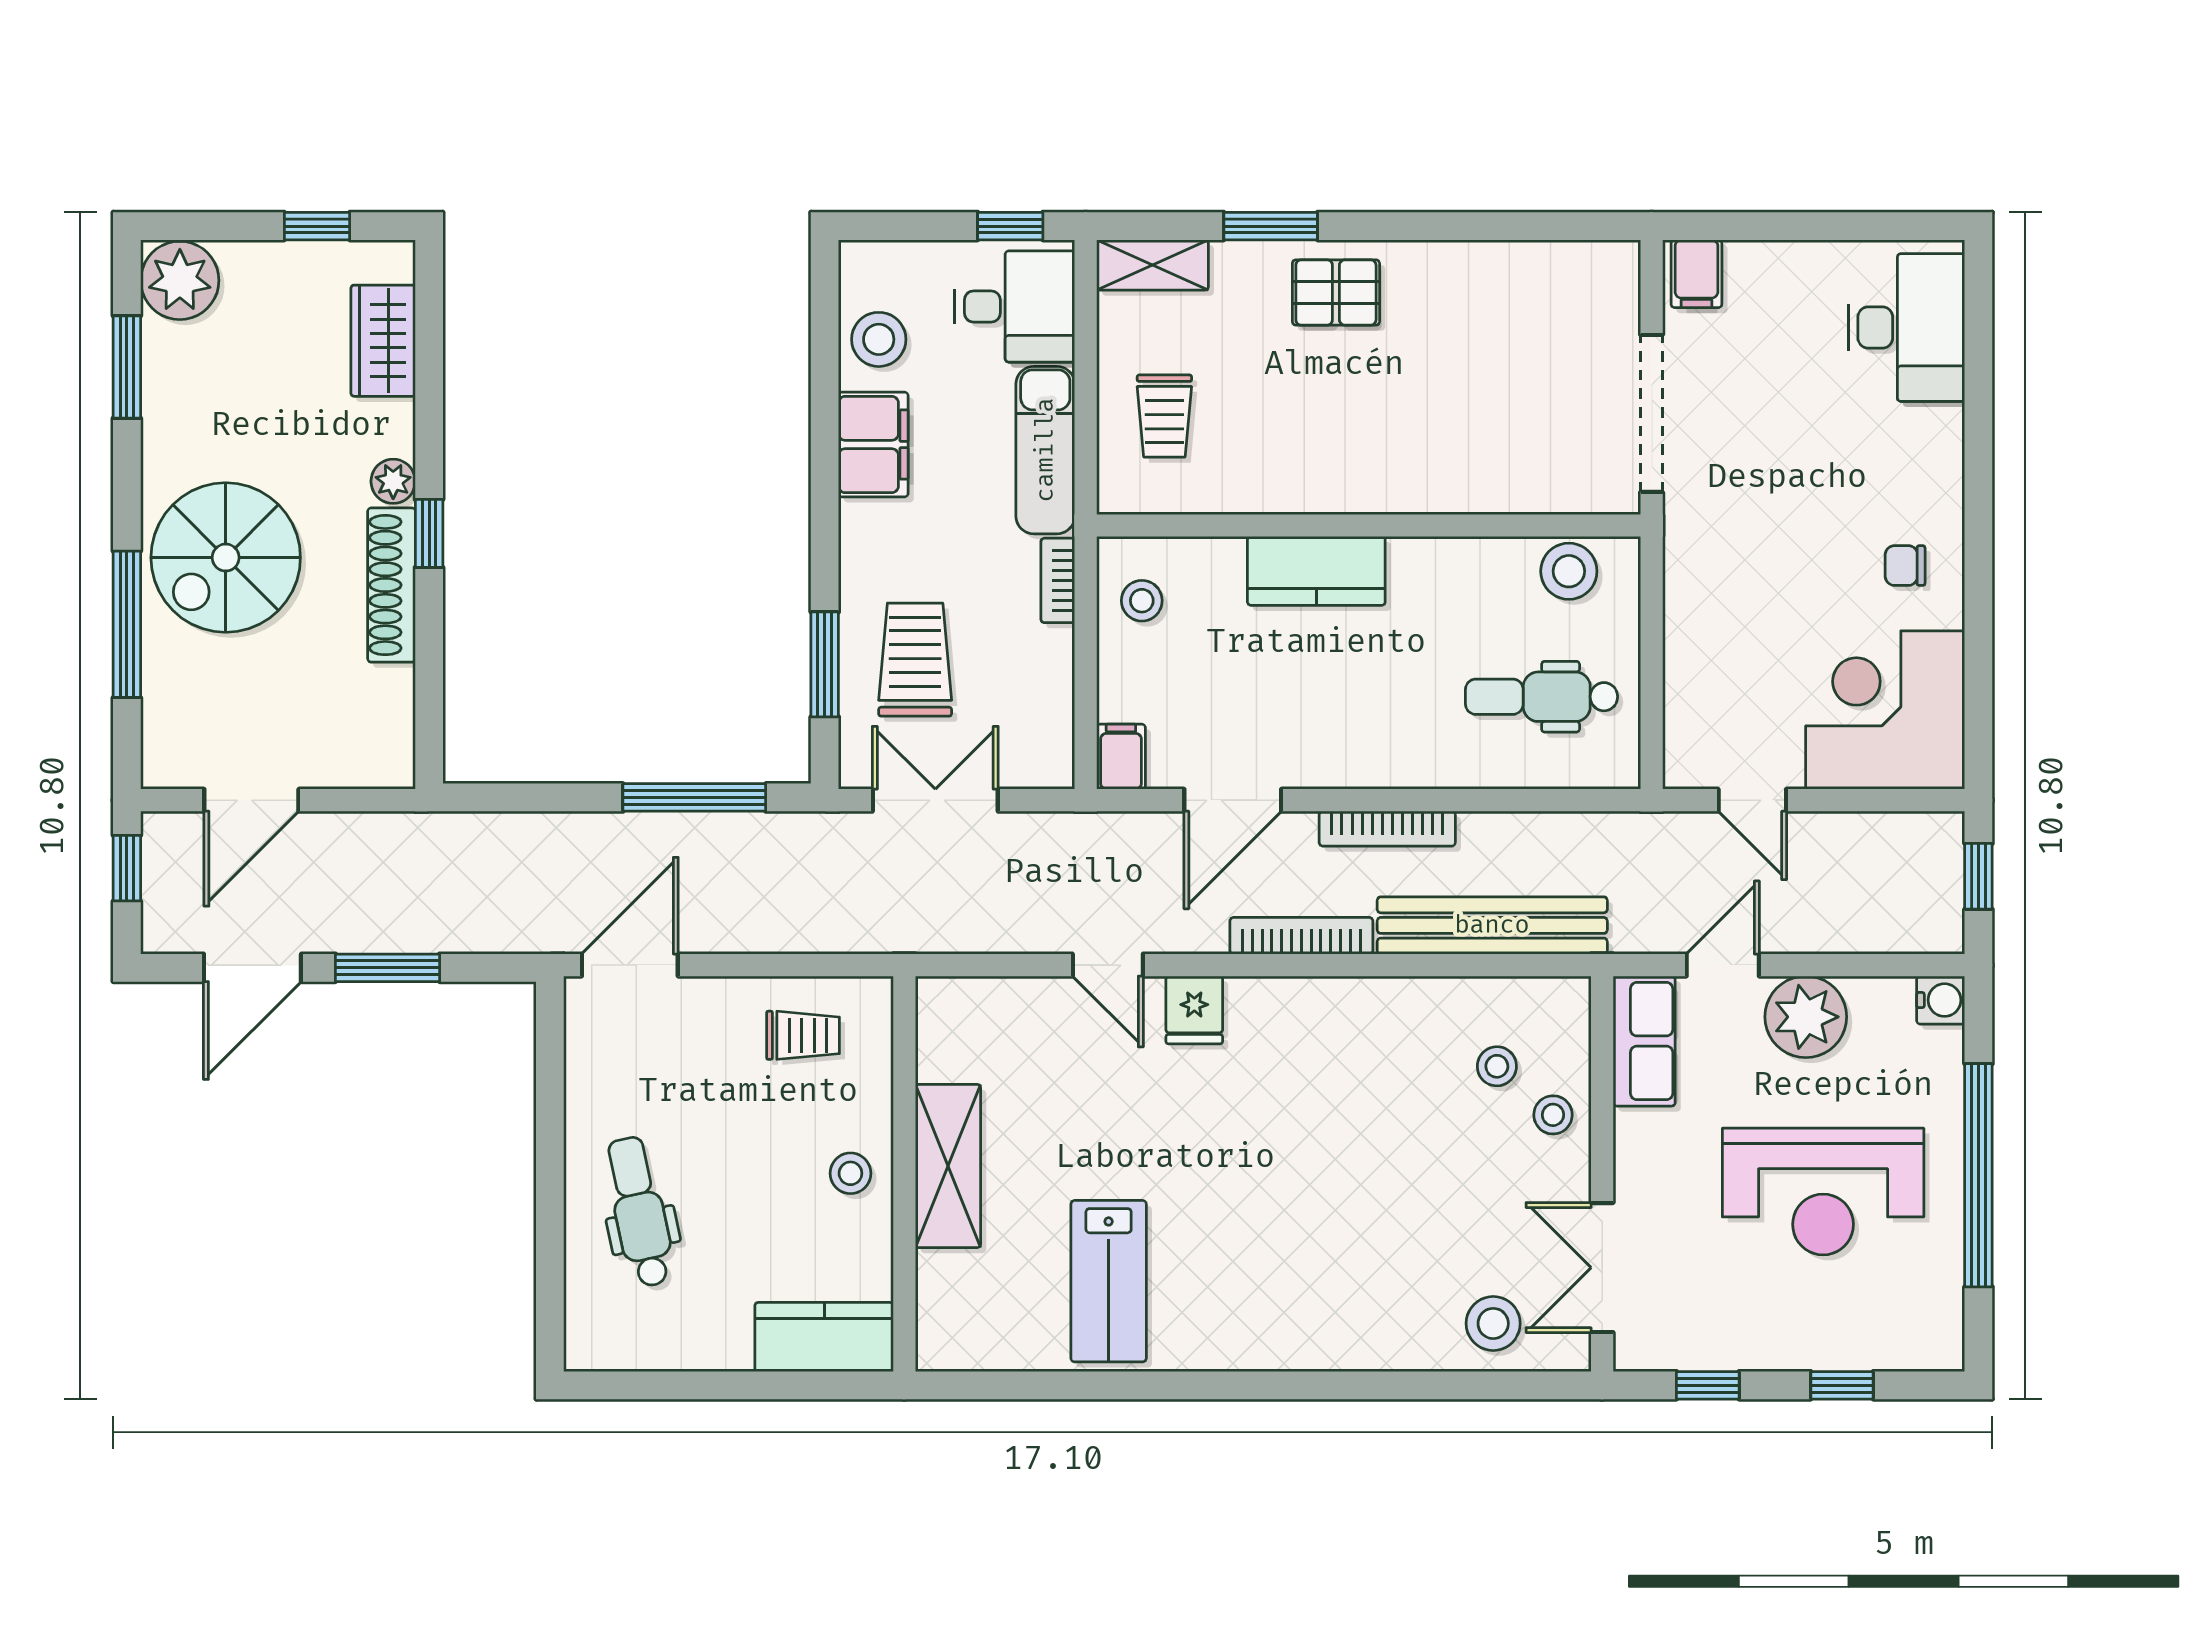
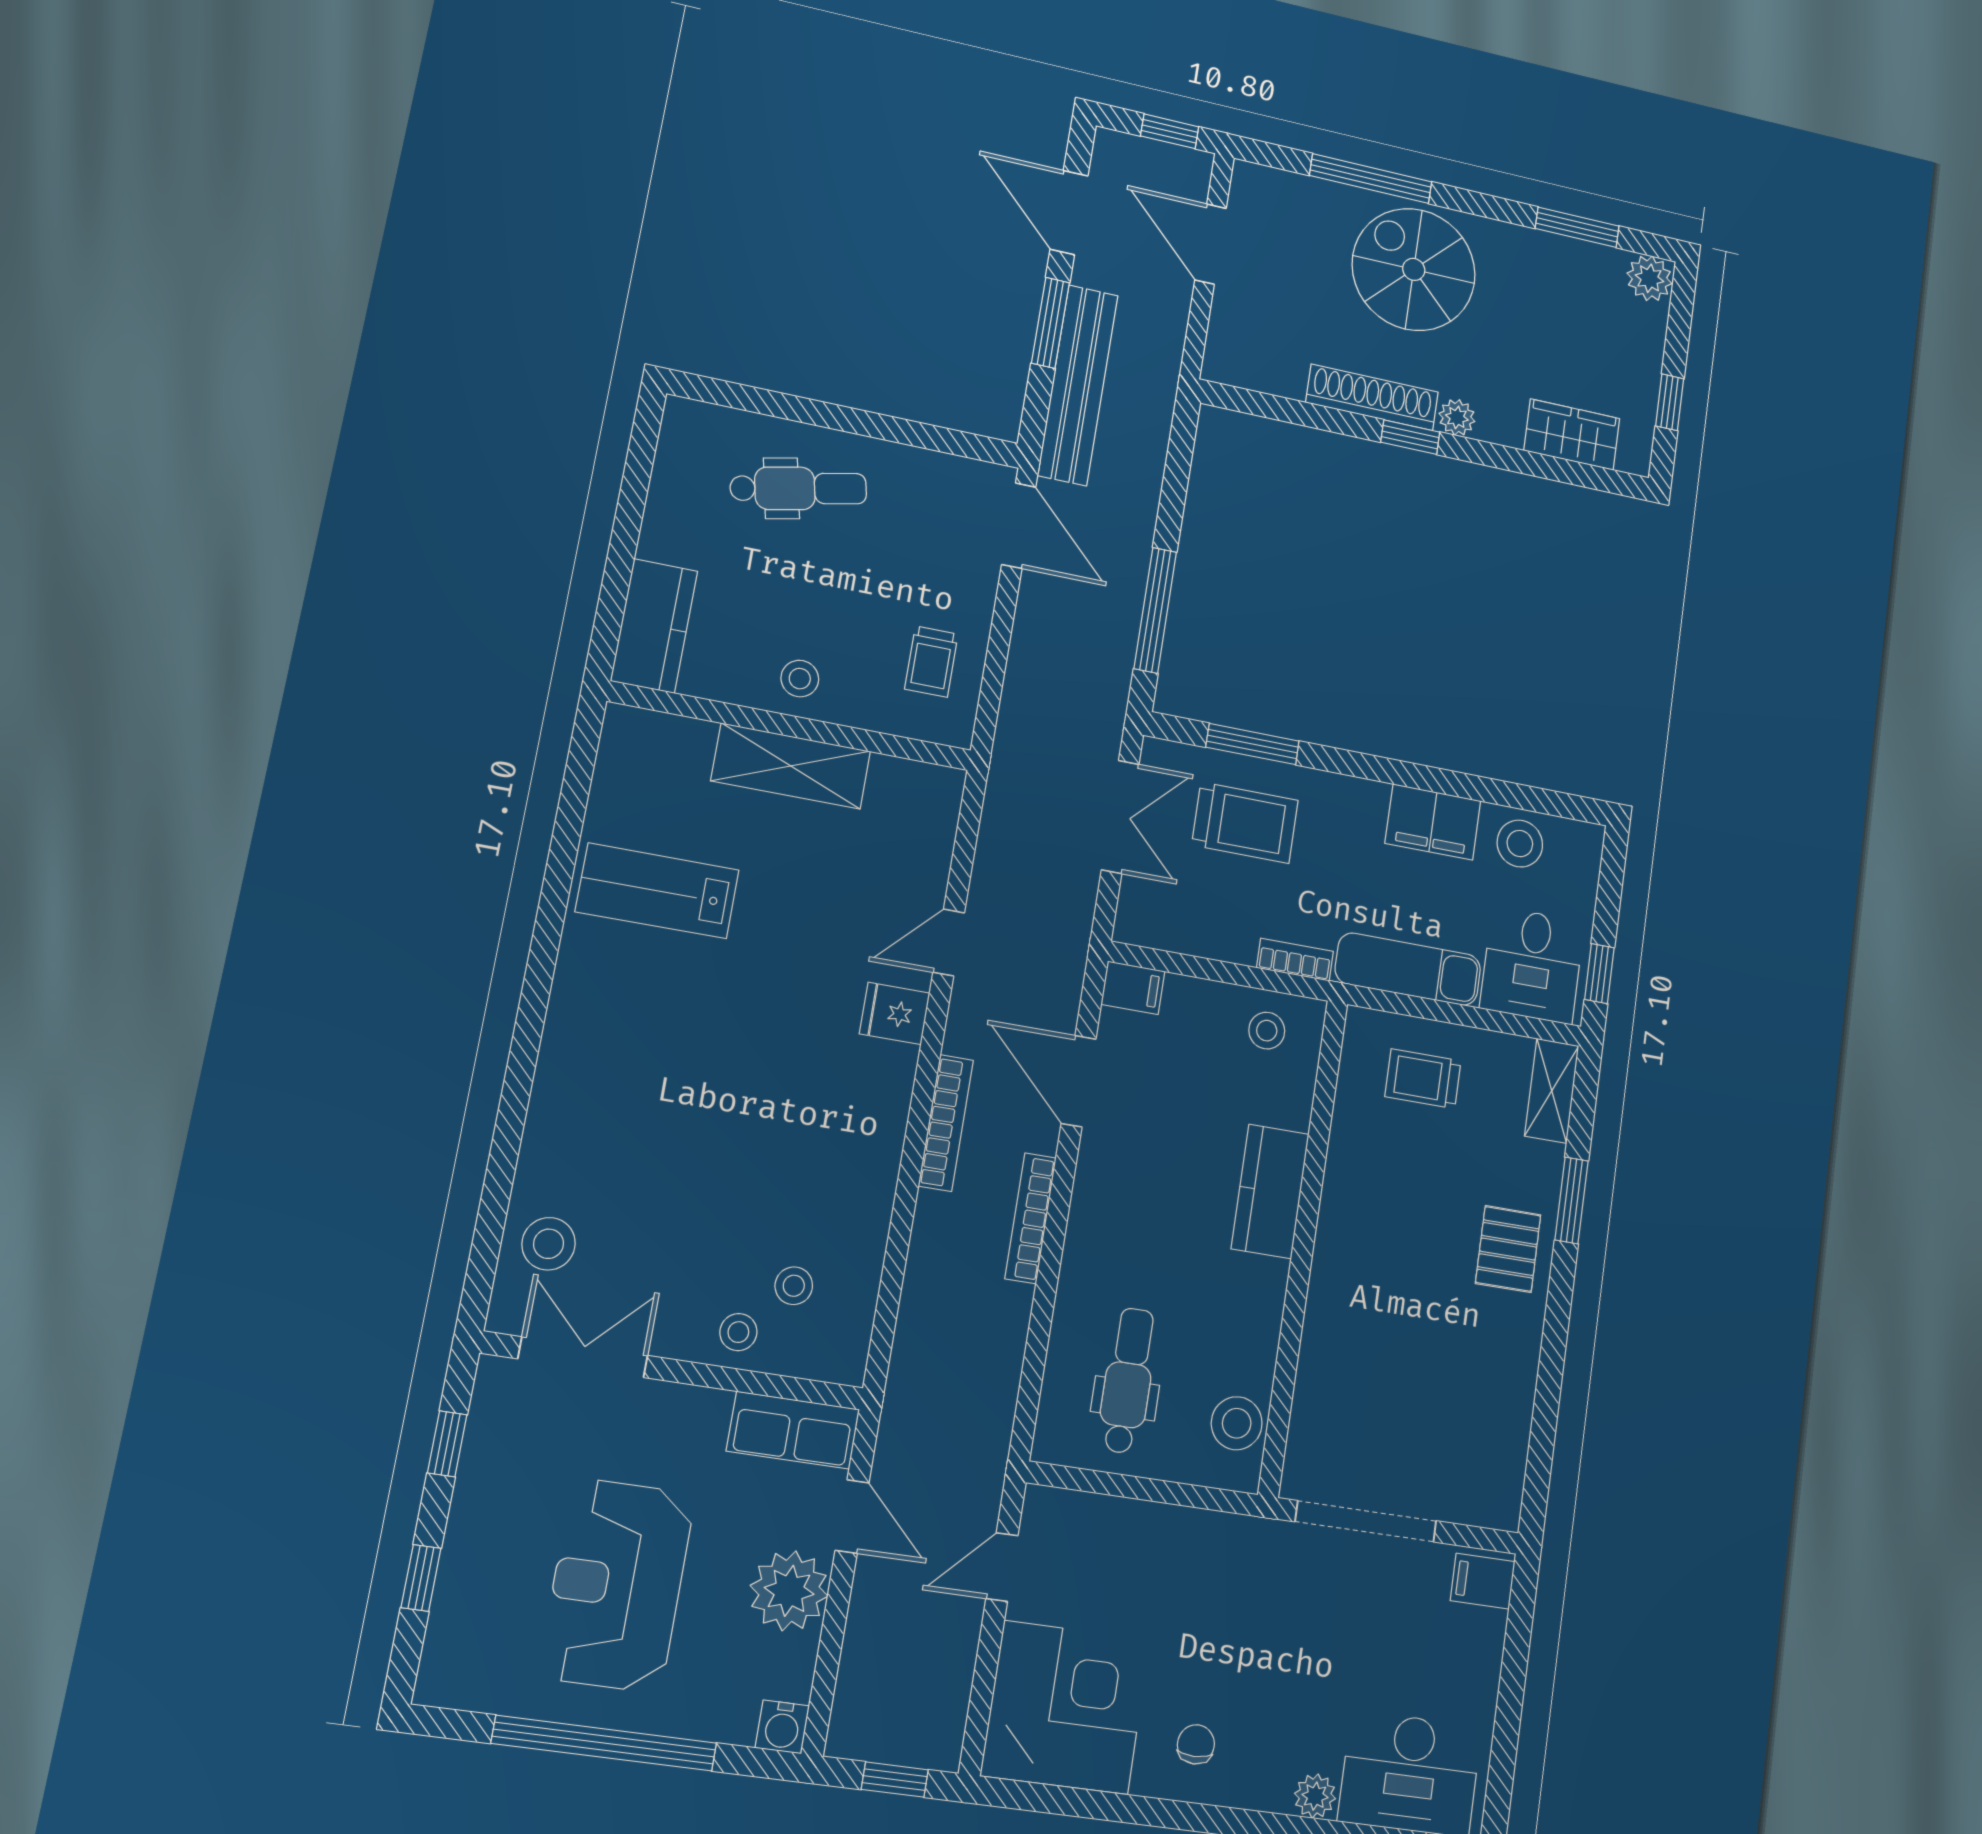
plant: (180, 280) -> (1649, 278), width x0.73, depth x0.73
plant: (1942, 429) -> (1315, 1796), added
bench: (1492, 925) -> (1078, 385), moved

